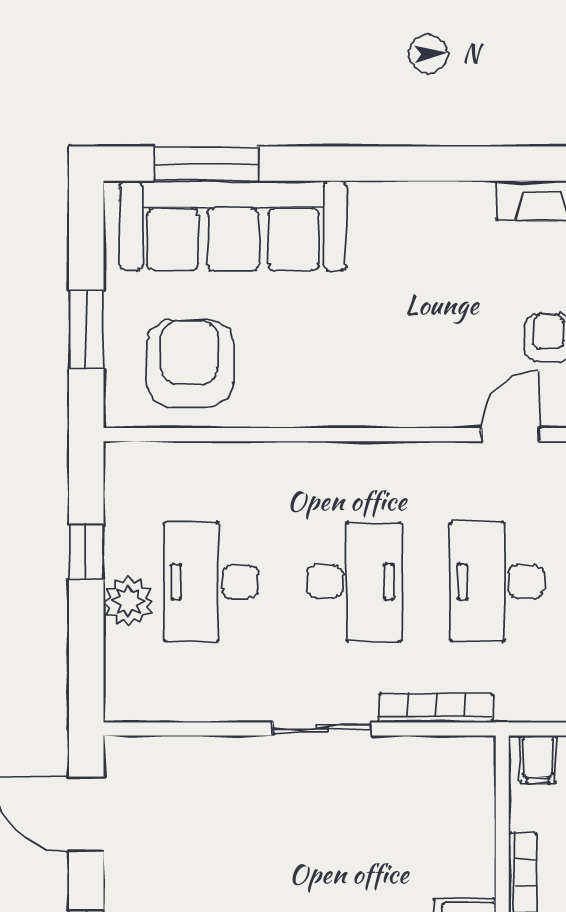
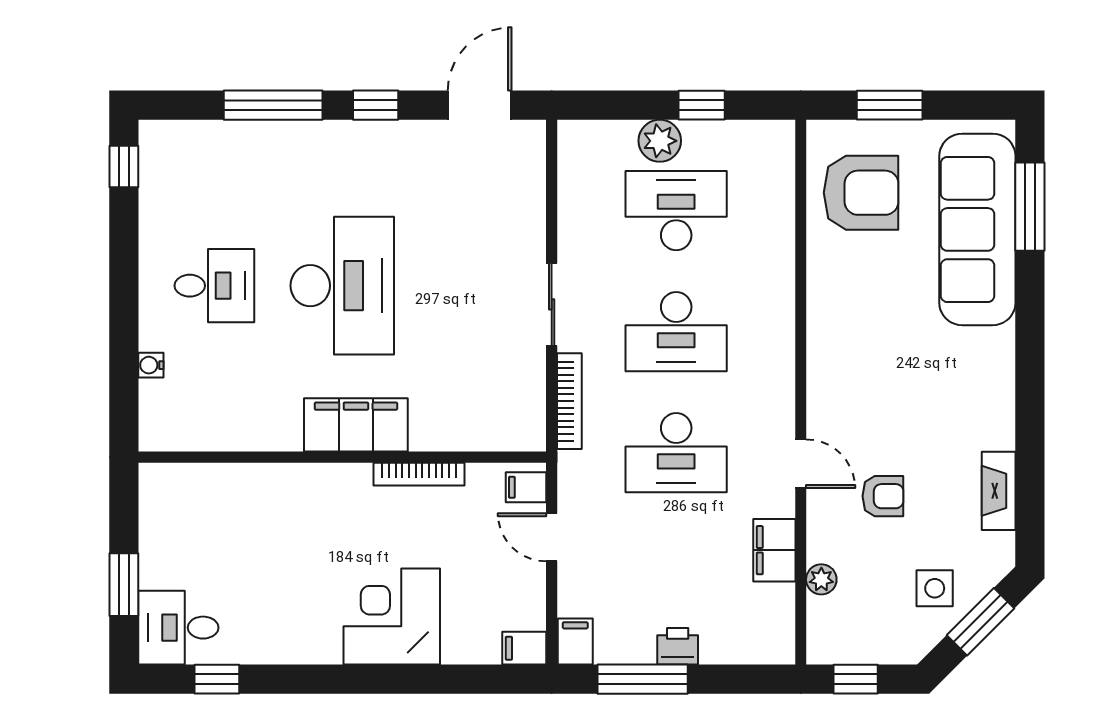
desk: (497, 582) -> (676, 453), turned 180

